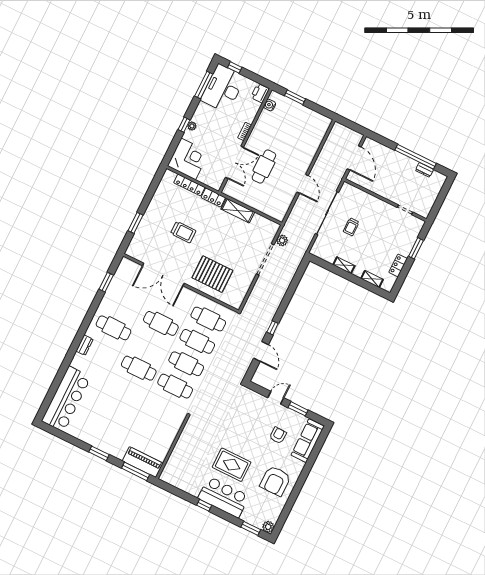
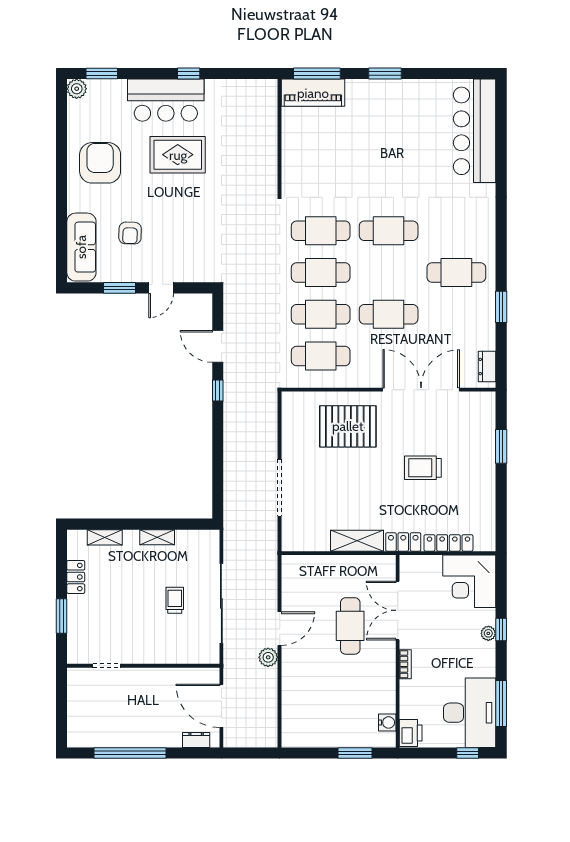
dresser: (424, 170) -> (196, 740), moved
door: (303, 184) -> (280, 629), swing flipped
plant: (282, 240) -> (268, 657), moved
window: (106, 282) -> (501, 307), moved
dresser: (85, 345) -> (487, 367), moved

